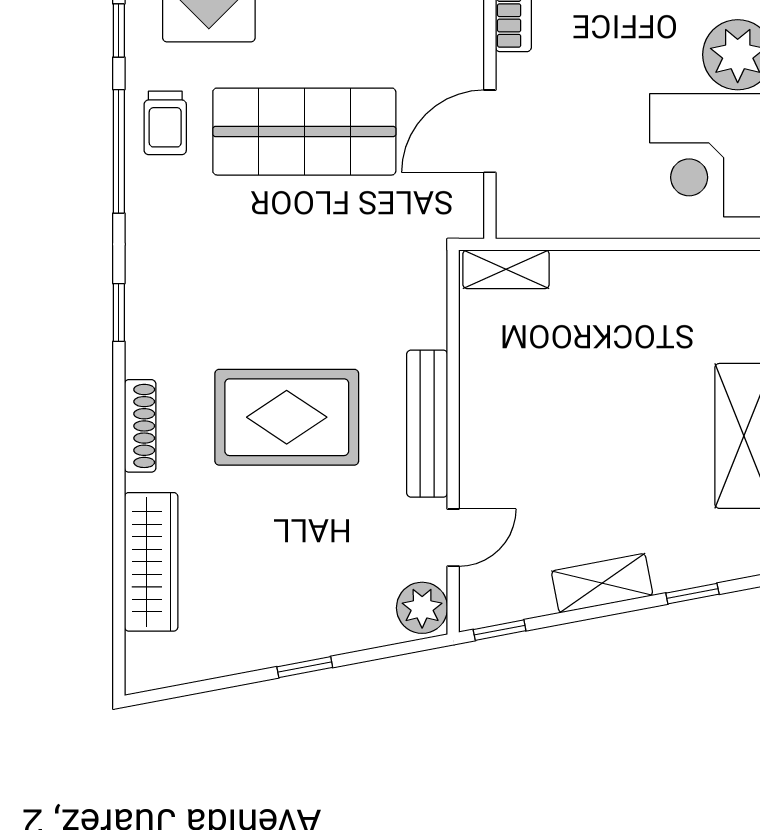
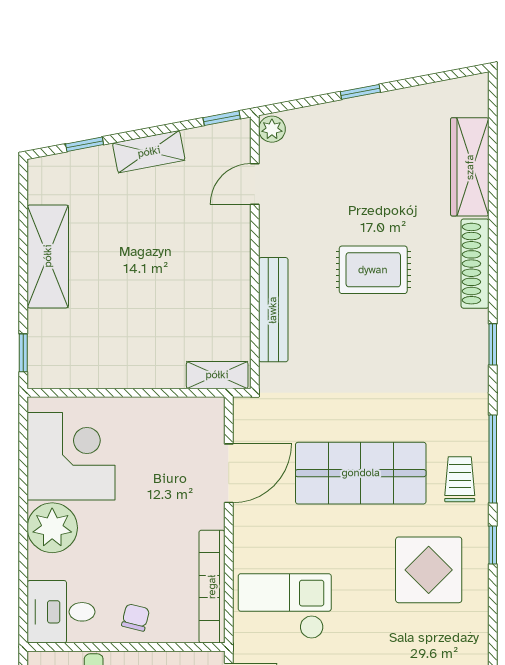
rug: (287, 417) -> (373, 270), width x0.73, depth x0.70
bench: (427, 424) -> (273, 310), moved
shoe rack: (140, 426) -> (475, 264), width x1.36, depth x1.24
plant: (422, 608) -> (272, 129), width x0.73, depth x0.73

